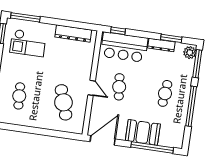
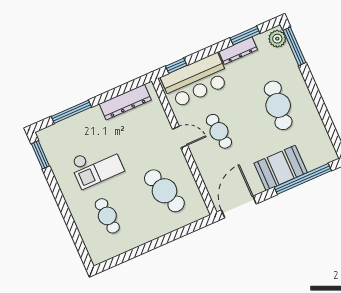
window: (25, 17) -> (71, 112), moved
checkout: (28, 43) -> (97, 166), moved
door: (92, 88) -> (180, 137), moved
cafe table: (165, 93) -> (278, 105), width x1.37, depth x1.35
window: (191, 106) -> (319, 101), removed

